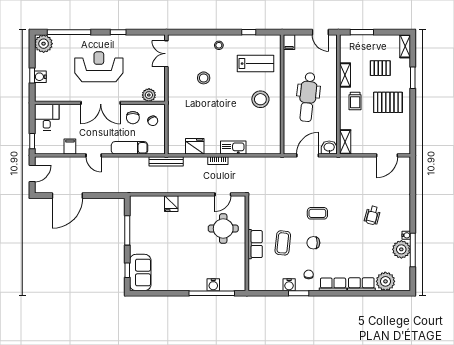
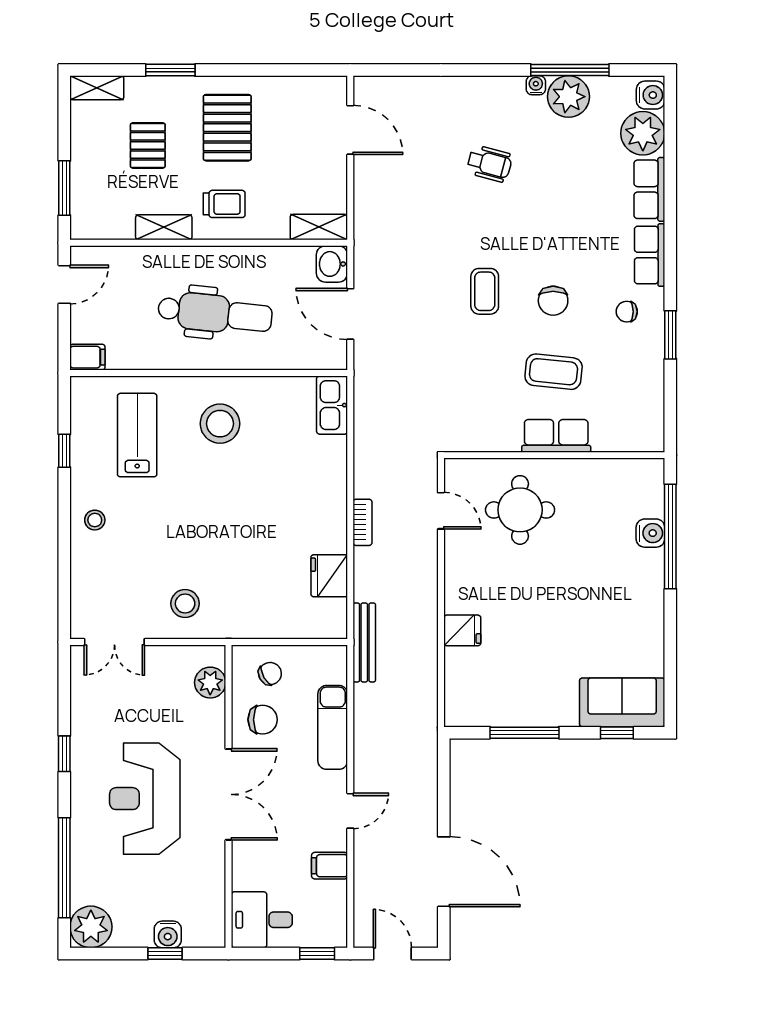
stool: (204, 78) -> (185, 604), moved
kitchen sink: (233, 148) -> (332, 405), moved
water cooler: (289, 285) -> (651, 95), moved

